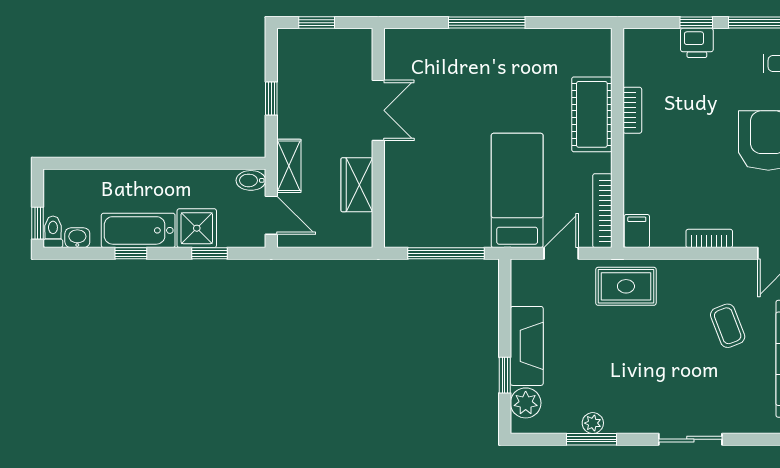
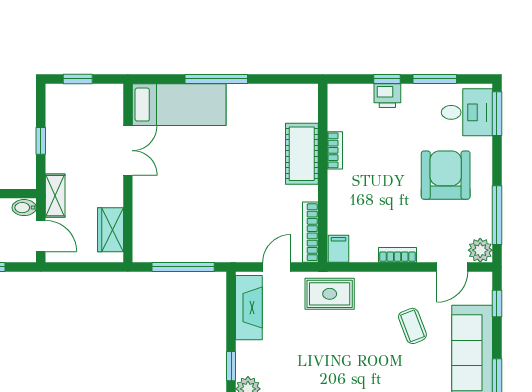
wardrobe: (357, 185) -> (110, 230), moved
bed: (517, 190) -> (179, 105), moved, turned 90
fireplace: (527, 346) -> (249, 308), moved

